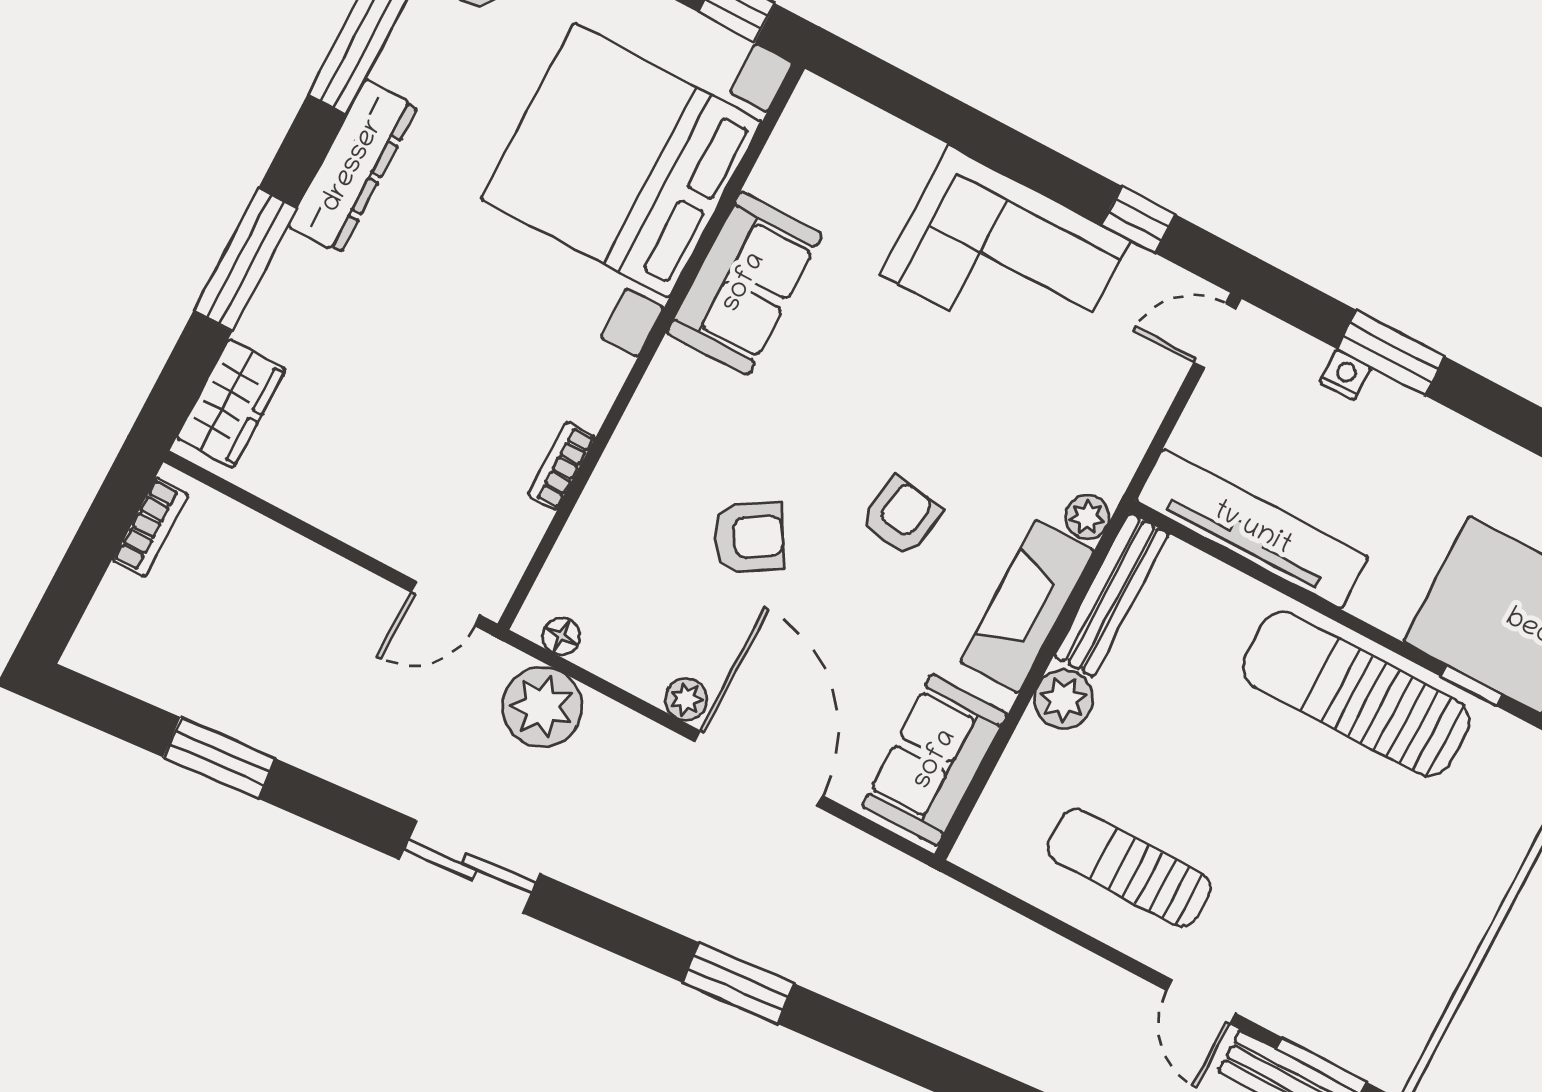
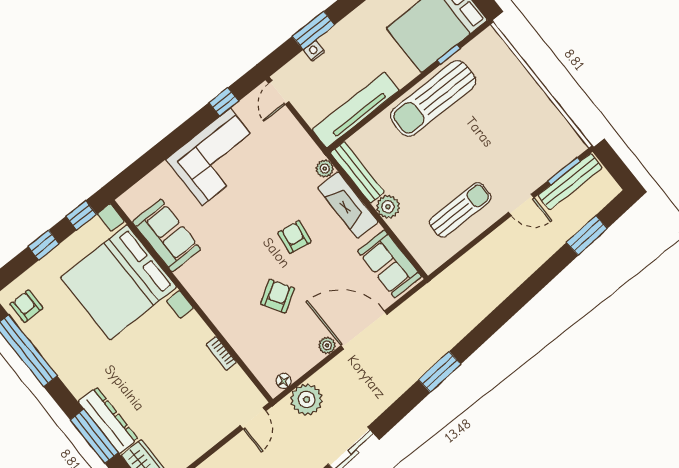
dresser: (353, 166) -> (108, 420), moved
sofa: (744, 283) -> (167, 236), moved
sun lounger: (1129, 868) -> (460, 210), turned 180

